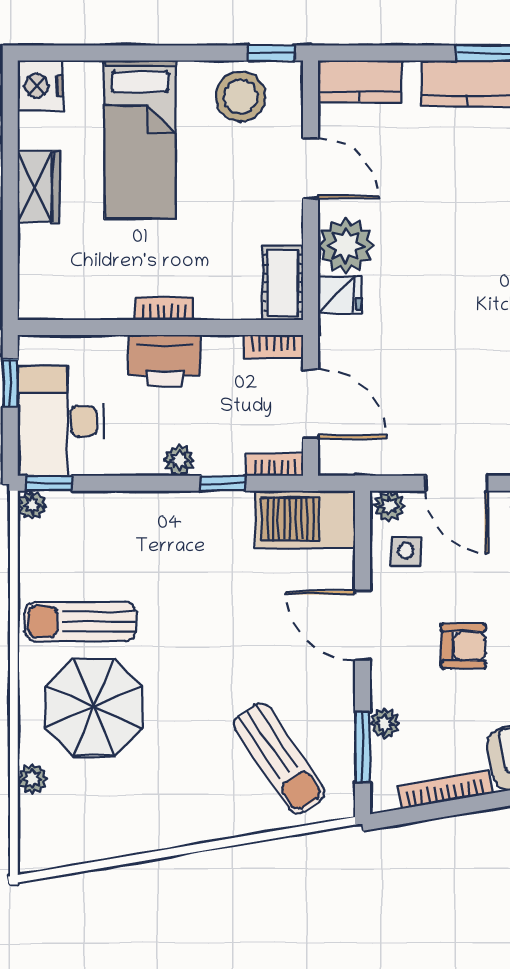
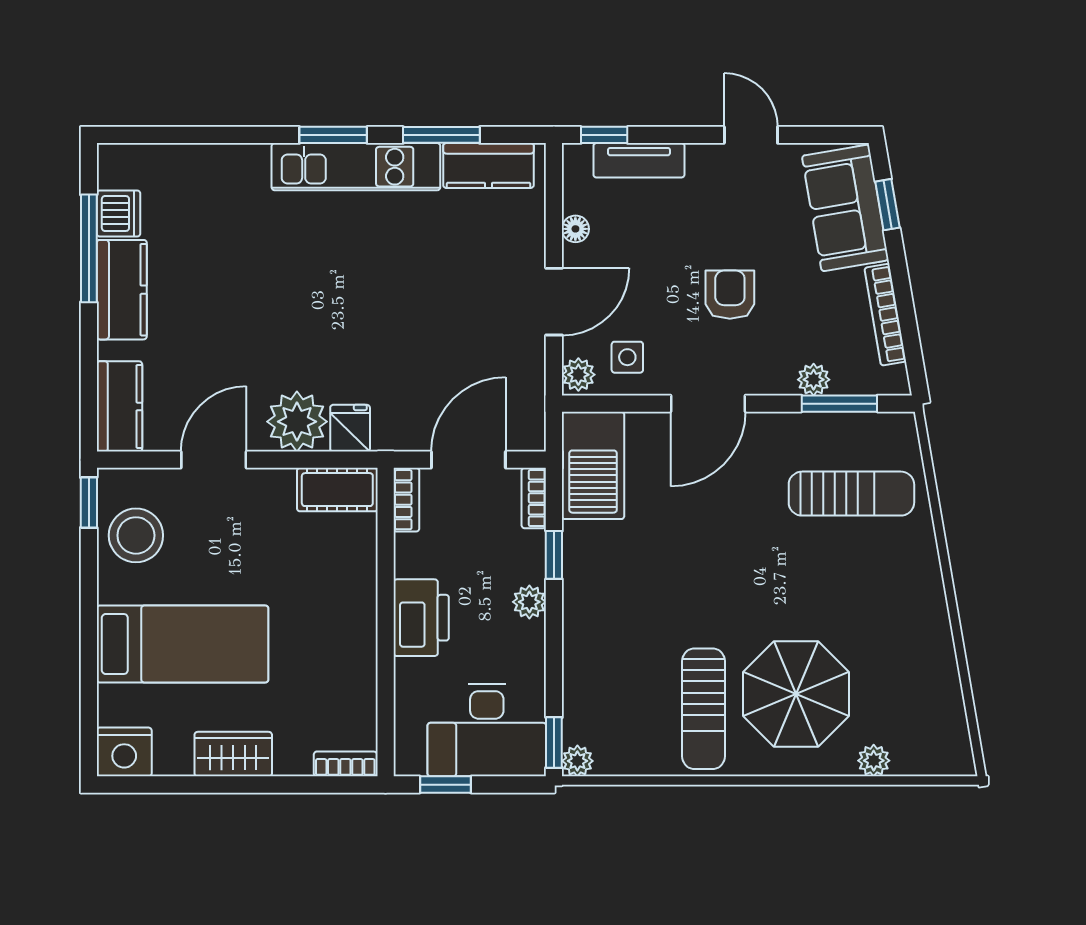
bookcase: (164, 308) -> (345, 764), moved, turned 90
sun lounger: (279, 758) -> (851, 494), turned 34

